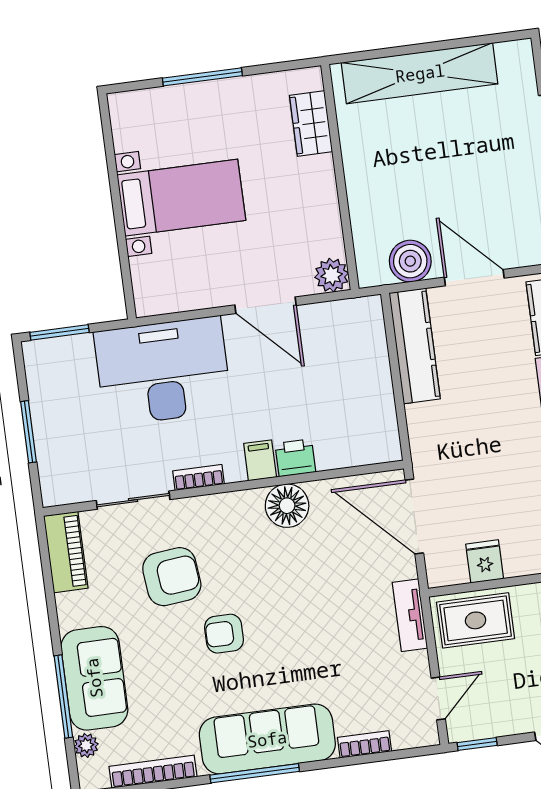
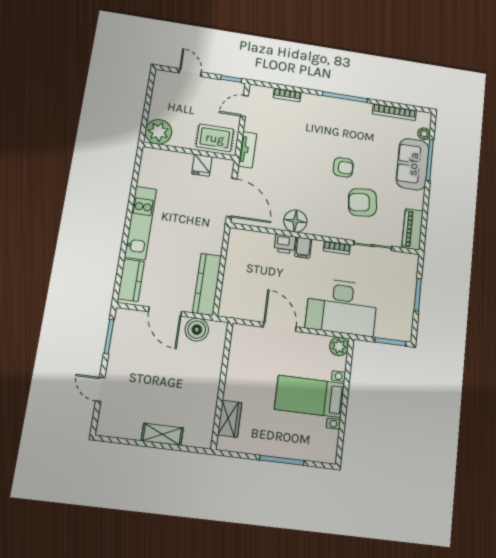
shelving: (420, 73) -> (162, 434), width x0.45, depth x0.75
plant: (332, 275) -> (339, 346), moved
sofa: (267, 739) -> (335, 111), removed

